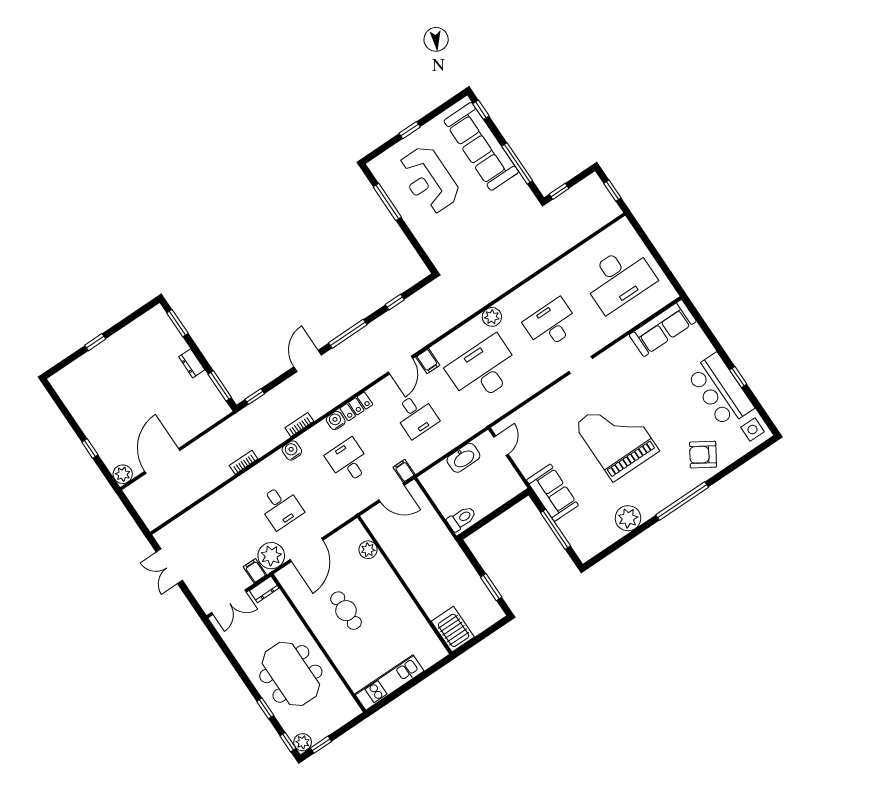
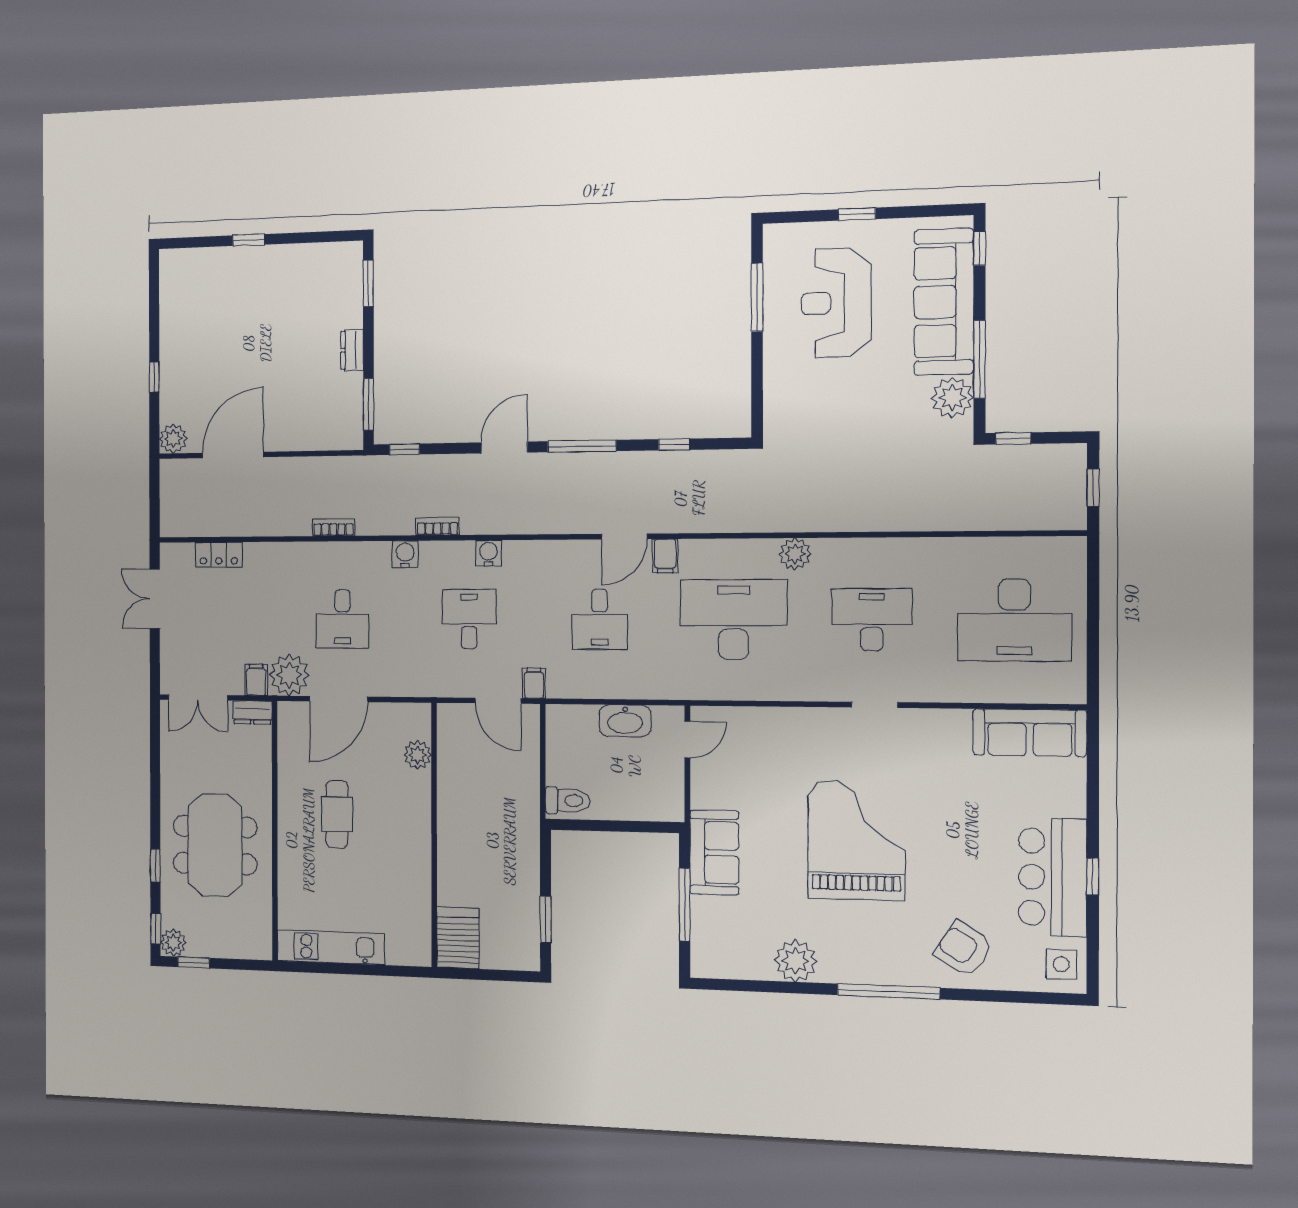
plant: (517, 190) -> (952, 398), added
locker: (356, 406) -> (219, 555), moved

